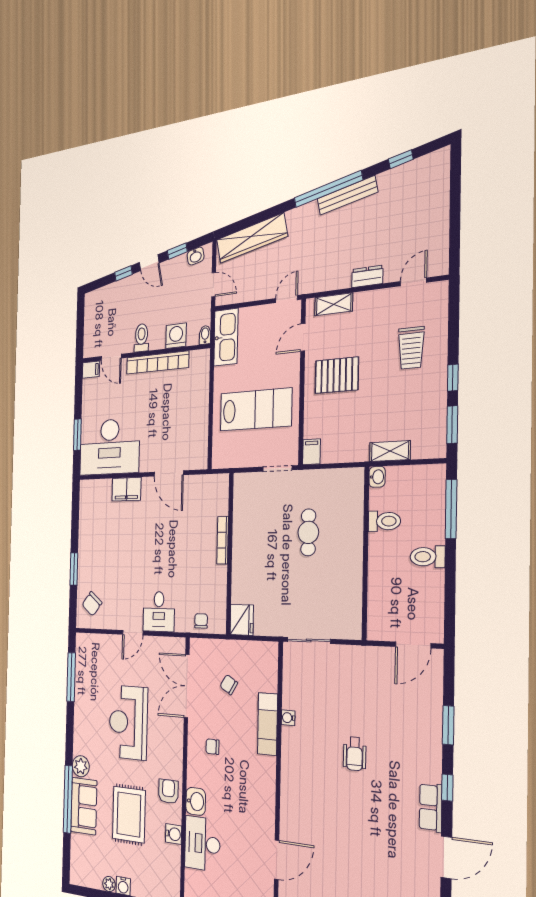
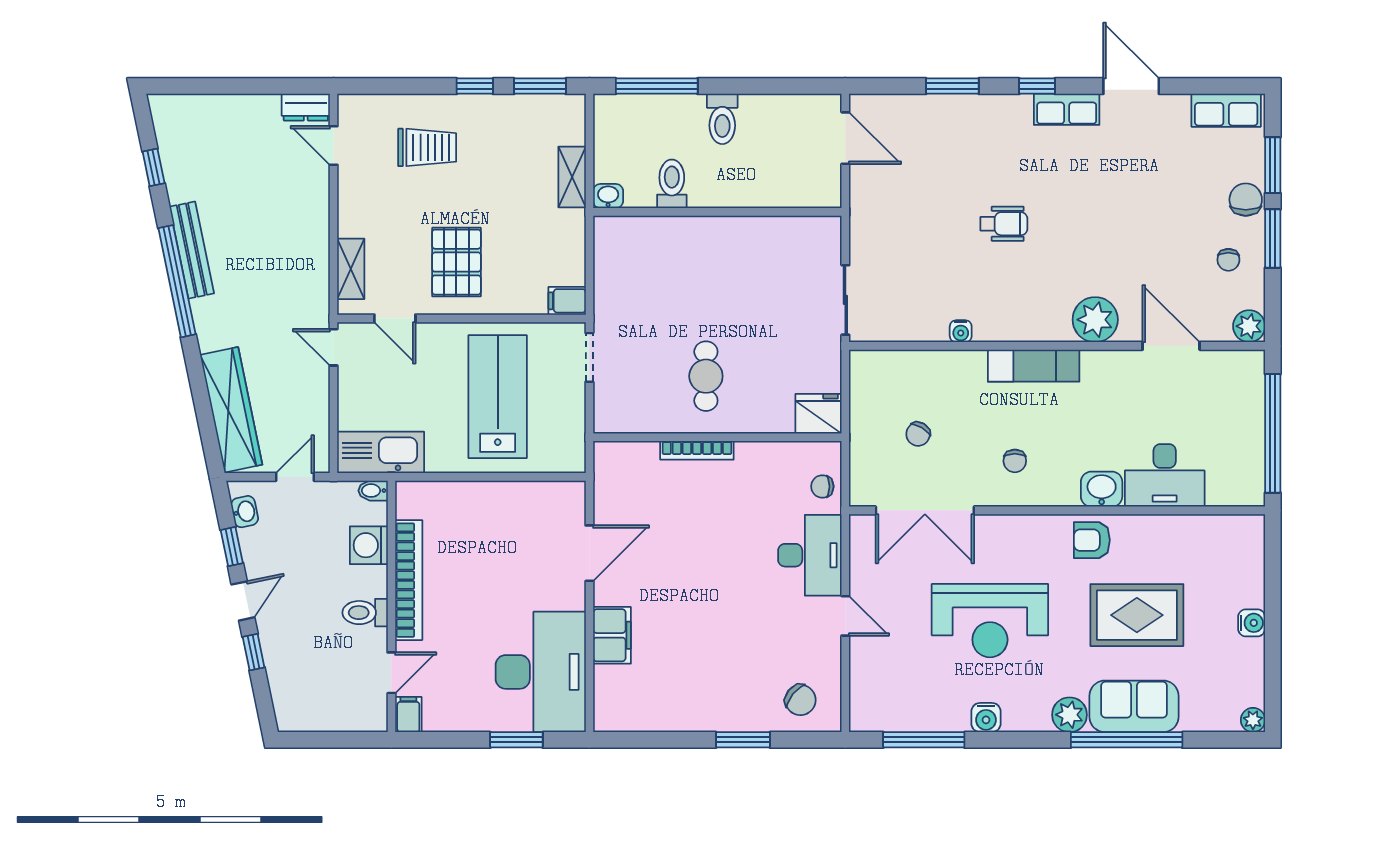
dresser: (367, 276) -> (306, 107), moved, turned -90
cafe table: (308, 532) -> (706, 376), moved, turned 90
desk: (159, 612) -> (810, 555), width x1.37
exam couch: (268, 724) -> (1034, 366), moved
plant: (293, 810) -> (1095, 320), added
water cooler: (174, 834) -> (986, 718), moved, turned 180
plant: (109, 884) -> (1253, 720), moved

